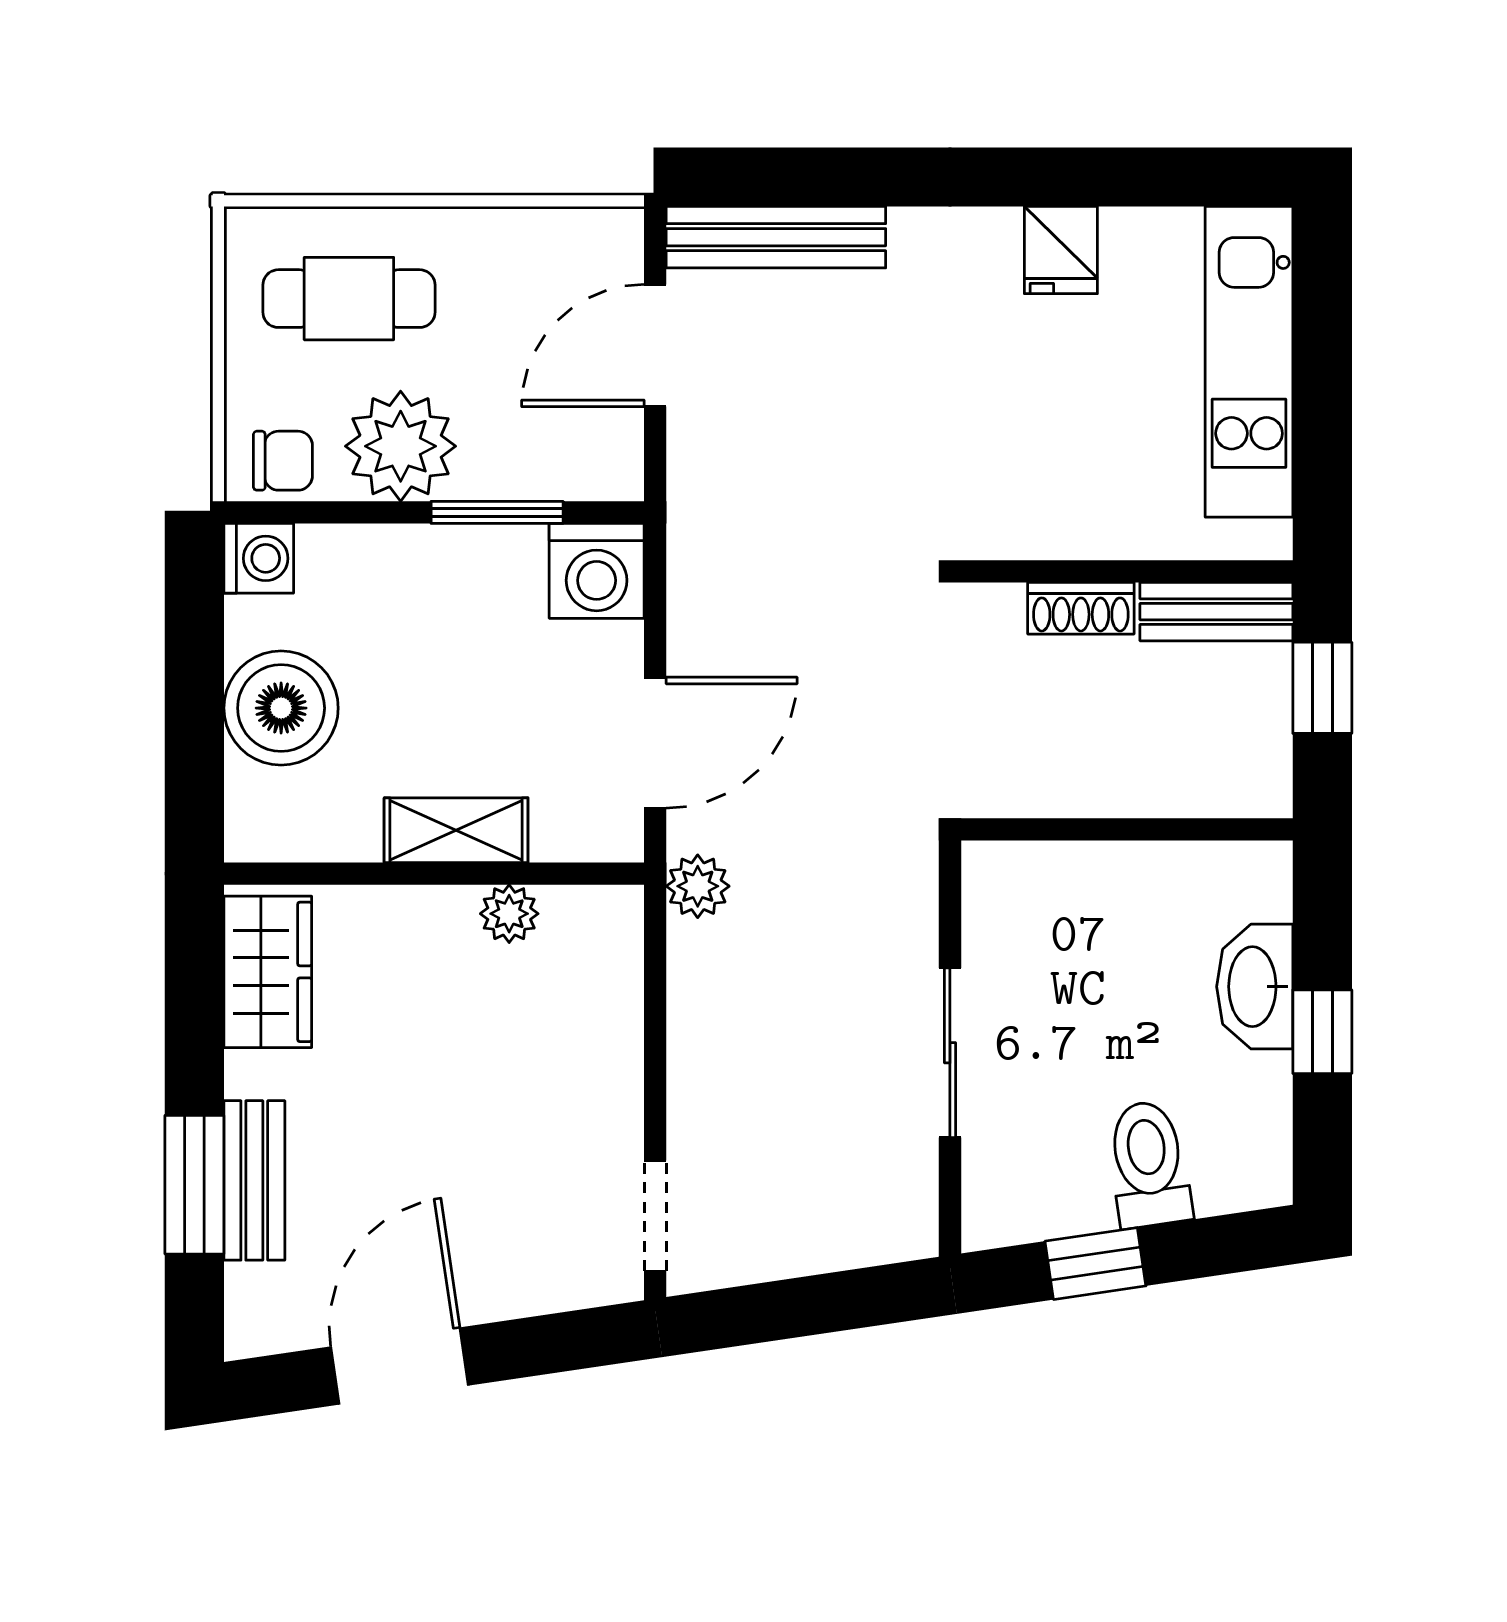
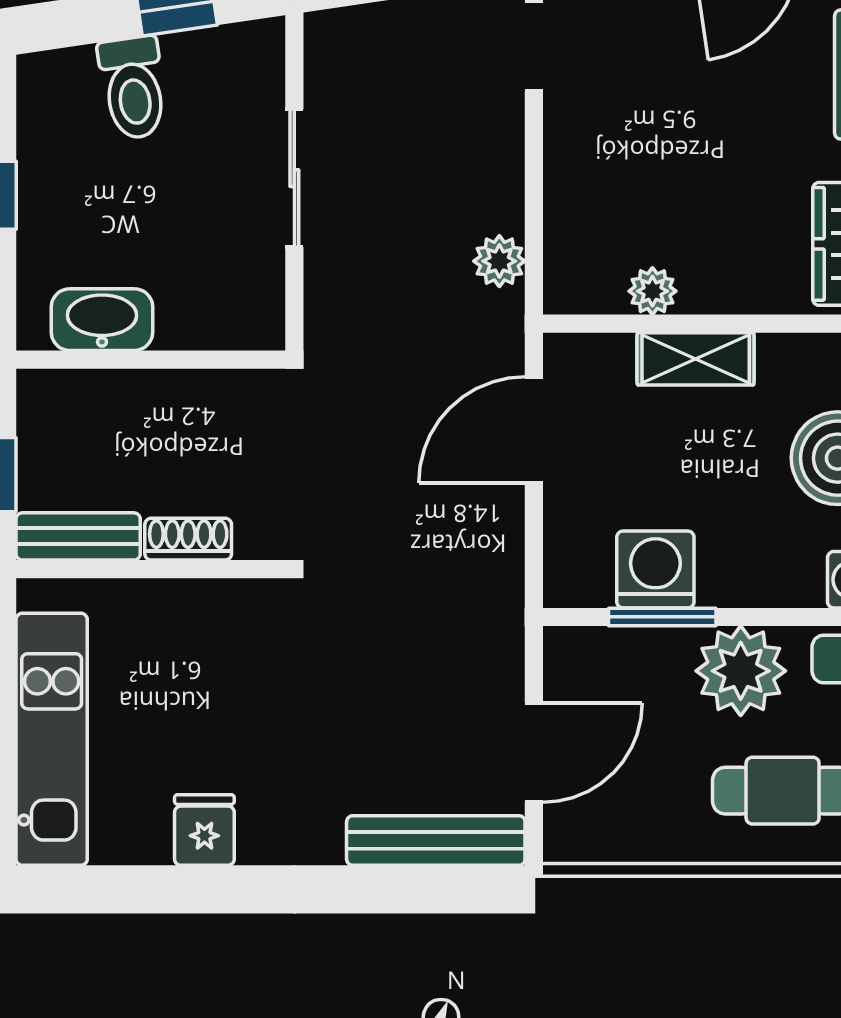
washing machine: (597, 571) -> (655, 569), moved
plant: (698, 886) -> (499, 261), moved
washbasin: (1255, 987) -> (102, 320), moved, turned -90

